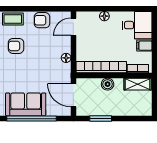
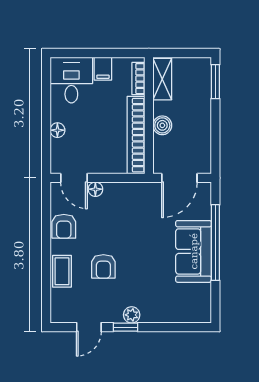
floor lamp: (66, 58) -> (95, 189), moved
window: (101, 119) -> (215, 82), moved

